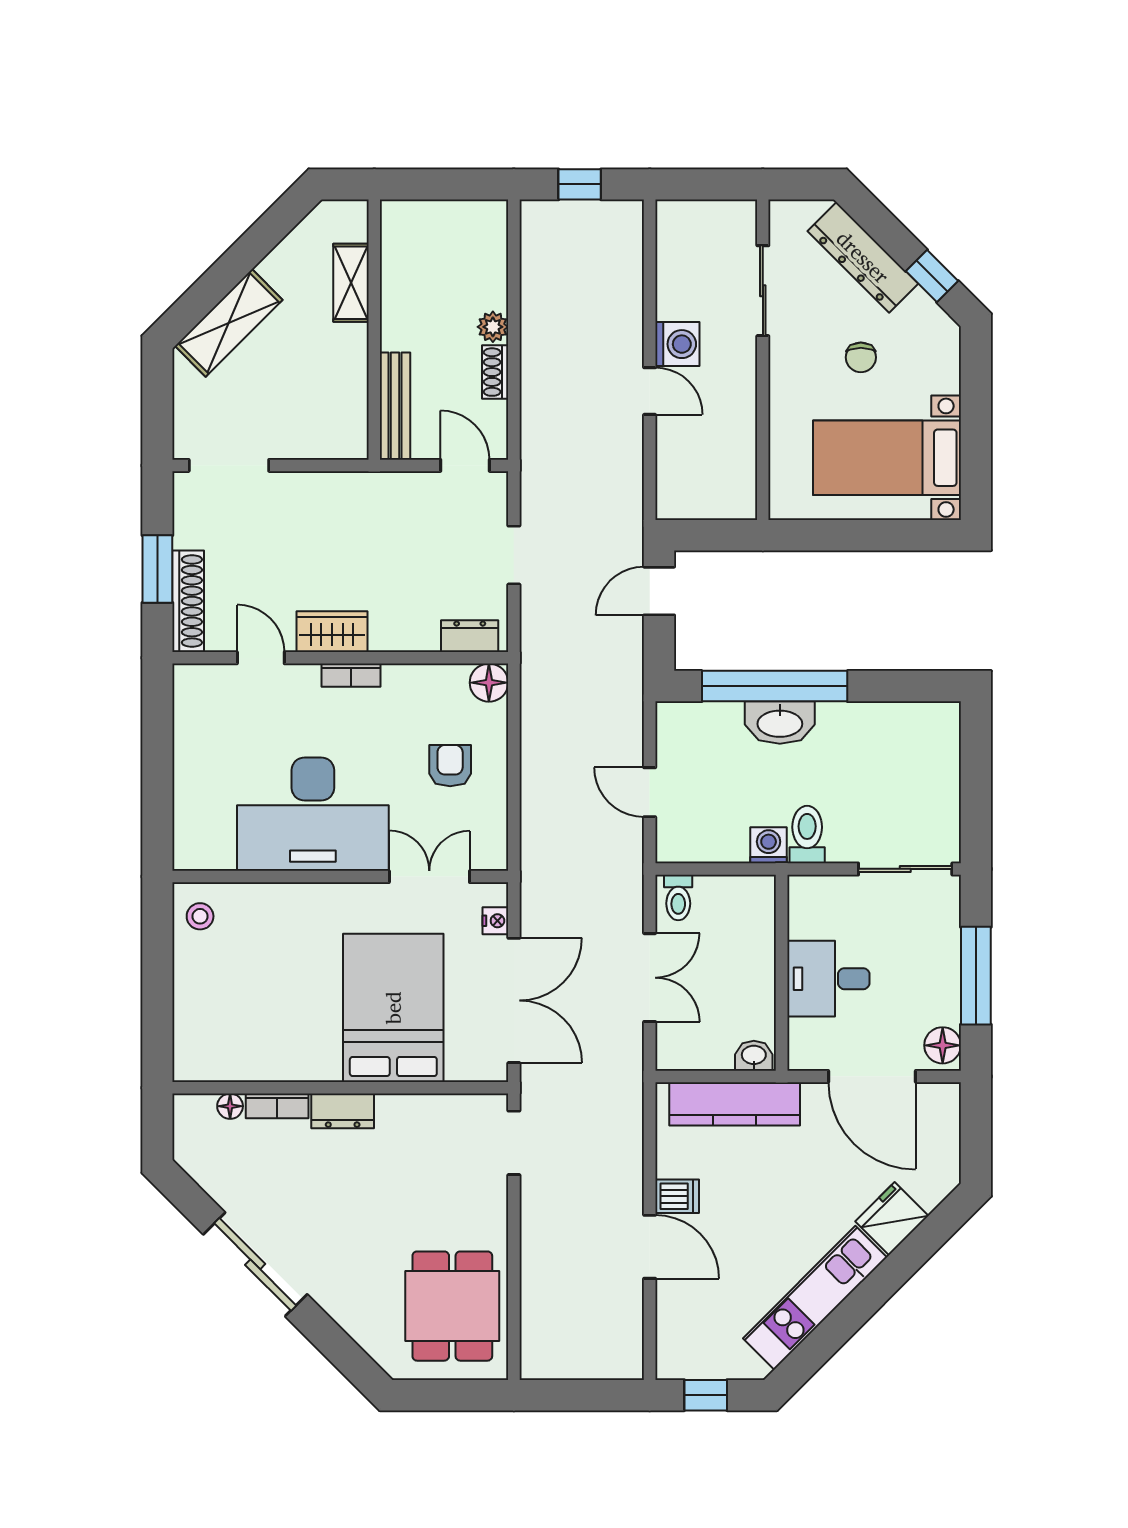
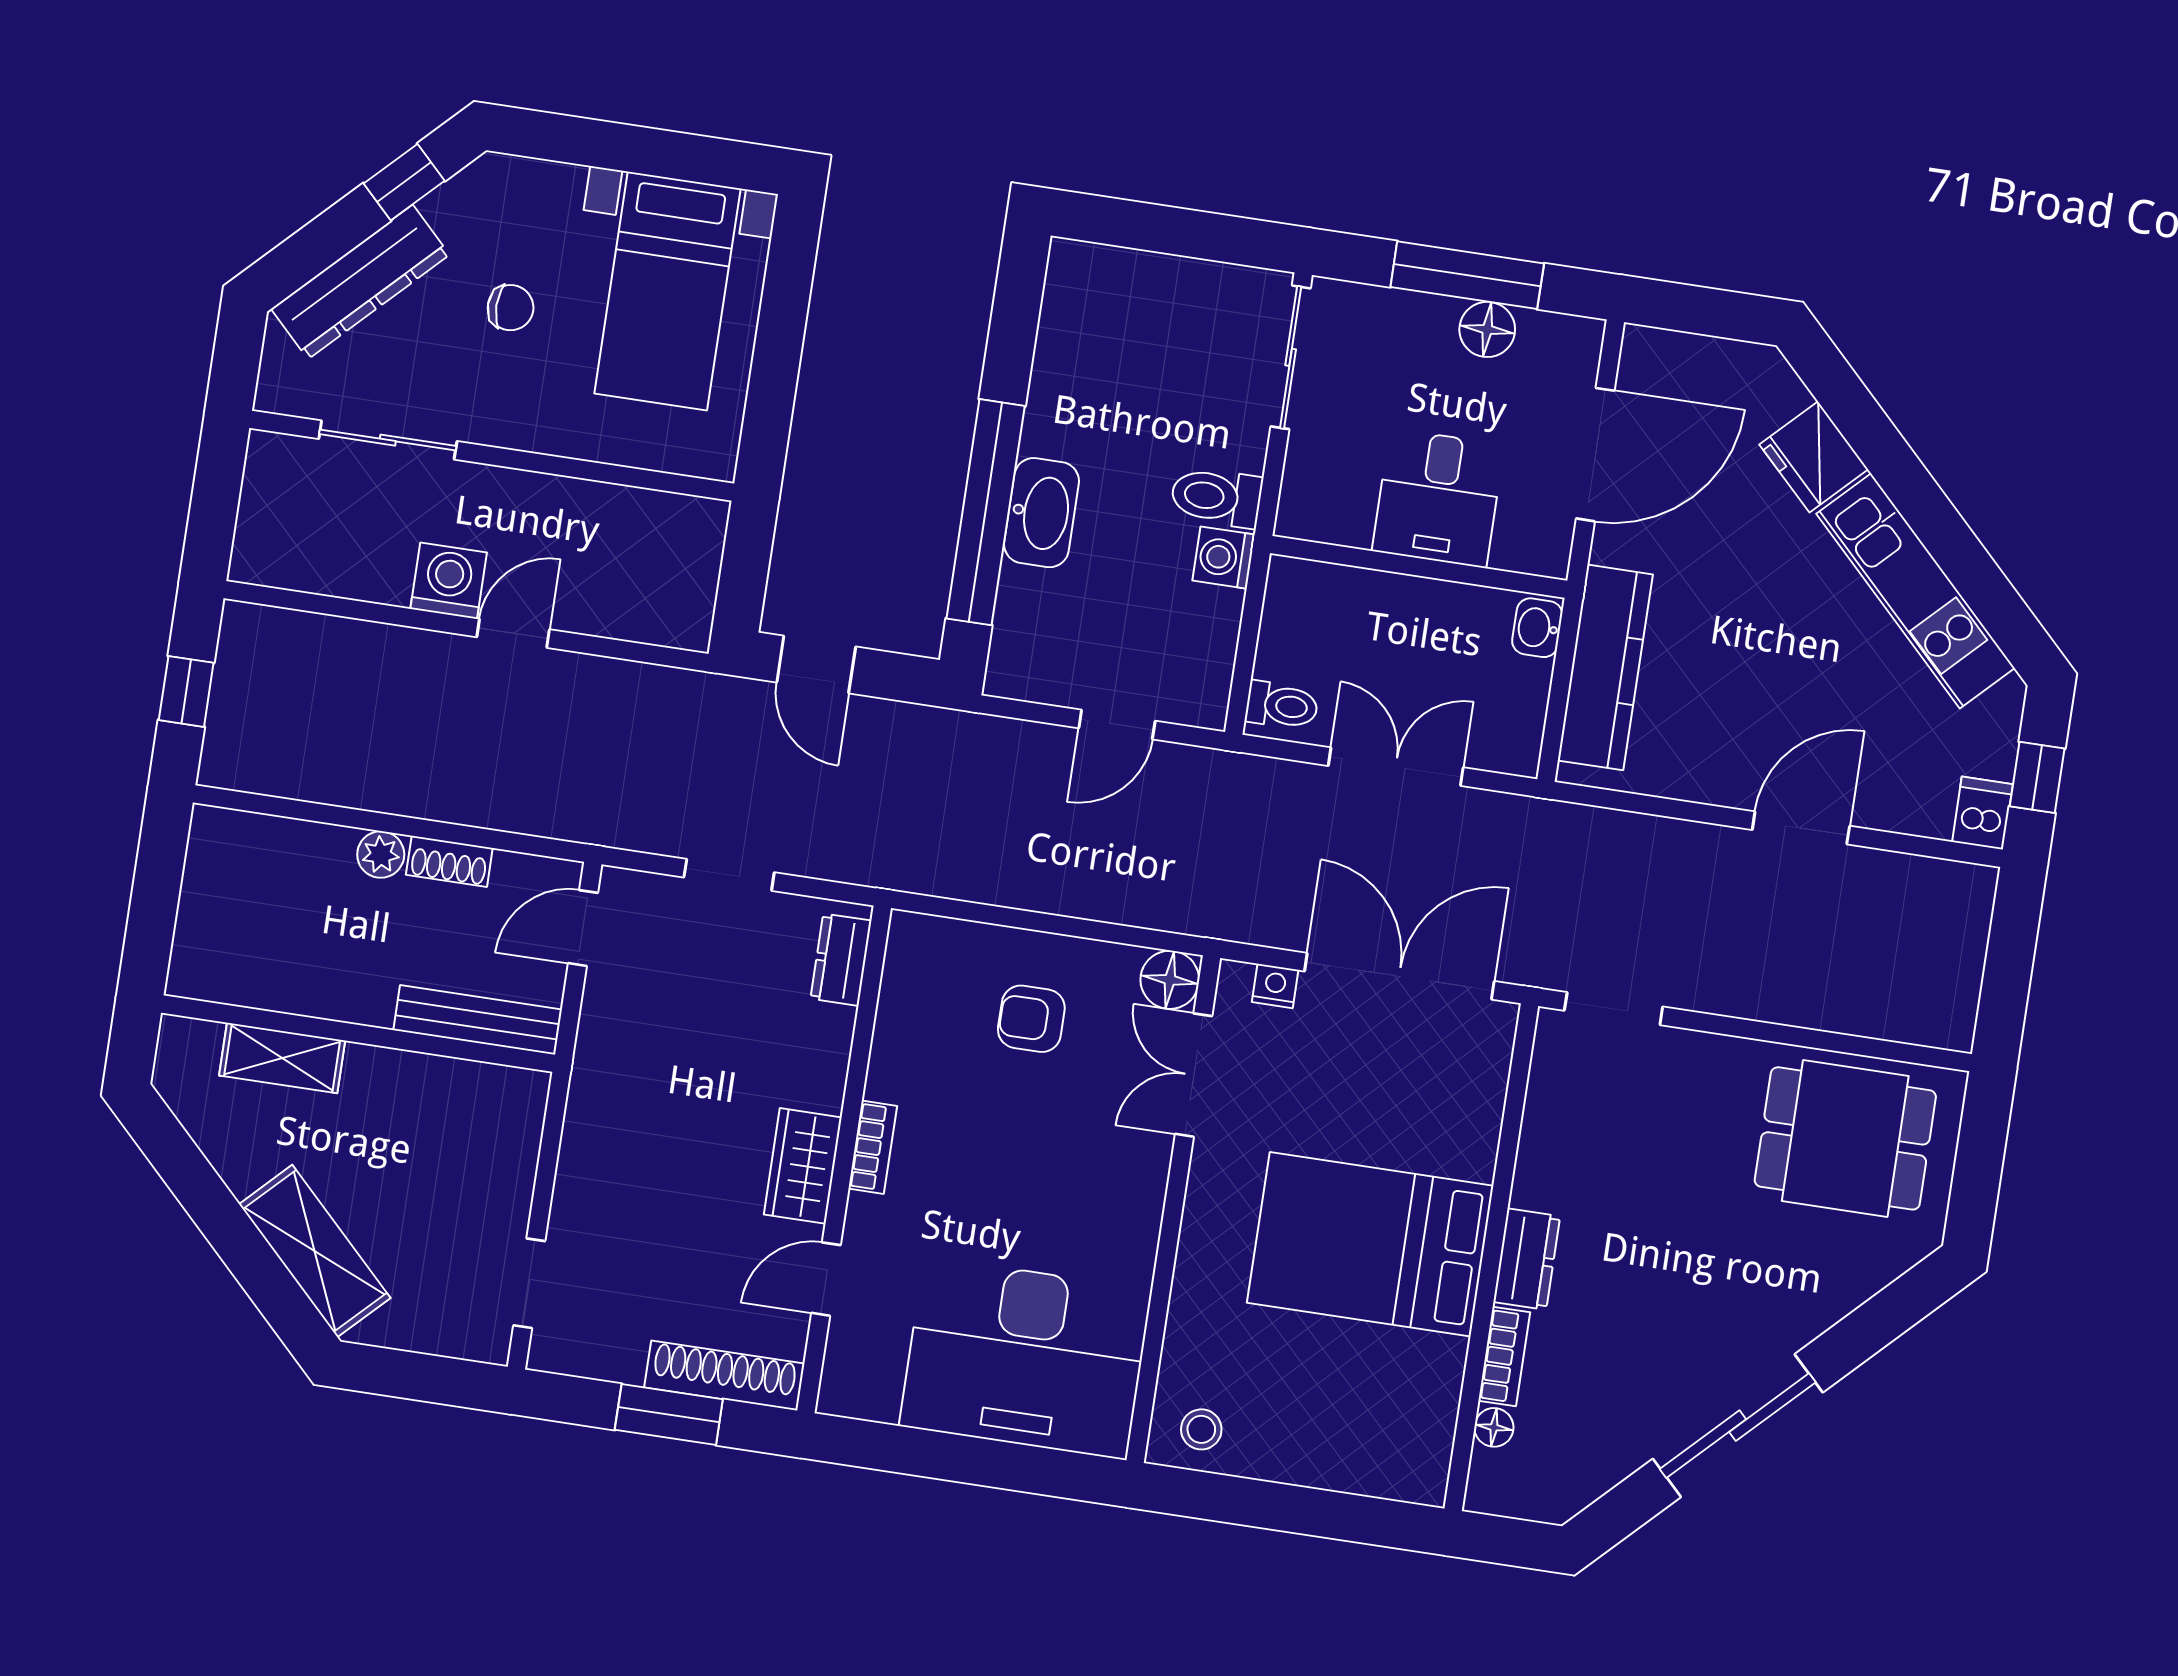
doorway: (229, 465) -> (529, 1283), width x0.73
floor lamp: (489, 683) -> (1170, 980), moved
desk: (313, 814) -> (1026, 1358), moved, turned 90
bed: (393, 1008) -> (1370, 1244), moved
floor lamp: (943, 1045) -> (1487, 329), moved
dishwasher: (677, 1196) -> (1982, 813), moved

